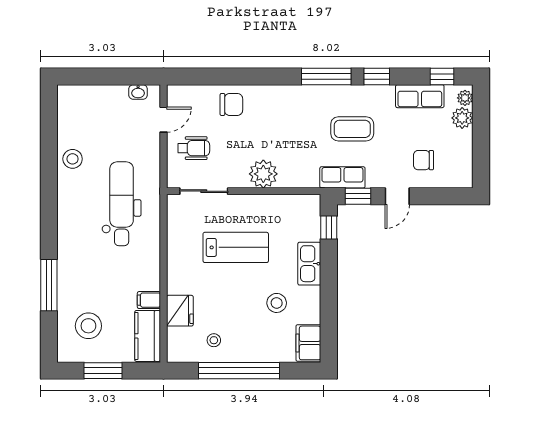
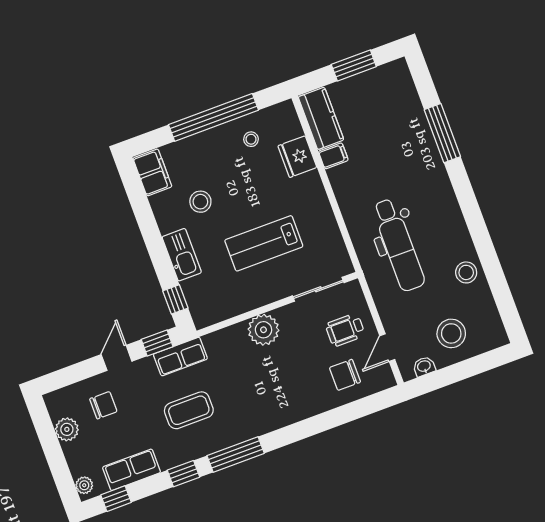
chair: (231, 104) -> (345, 375), moved
plant: (462, 118) -> (67, 429), moved
stool: (88, 326) -> (451, 333), moved

